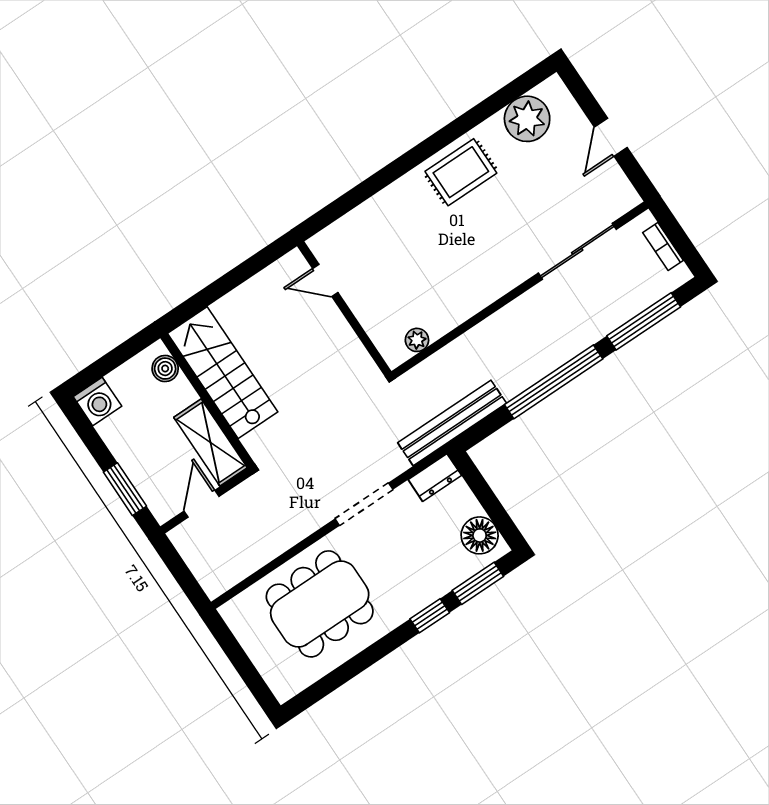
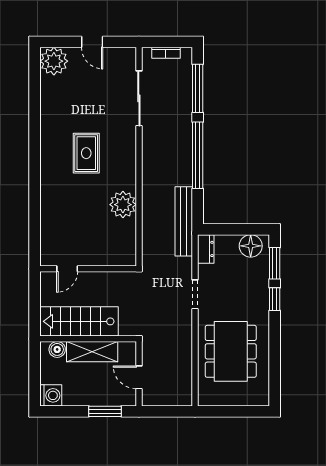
plant: (527, 119) -> (54, 61), moved
rug: (461, 172) -> (86, 153), moved
door: (325, 280) -> (67, 269), moved
wall: (344, 309) -> (88, 269), moved
plant: (417, 340) -> (123, 205), width x1.88, depth x1.88
shelving: (211, 442) -> (92, 352), moved
doorway: (364, 504) -> (195, 294), width x0.73

